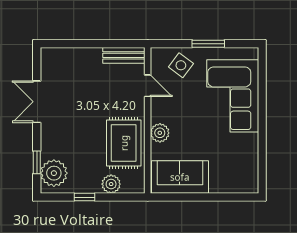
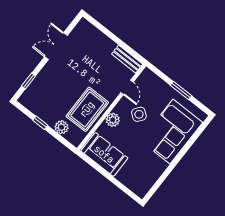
side table: (181, 65) -> (139, 114), moved
plant: (54, 173) -> (33, 95), removed

